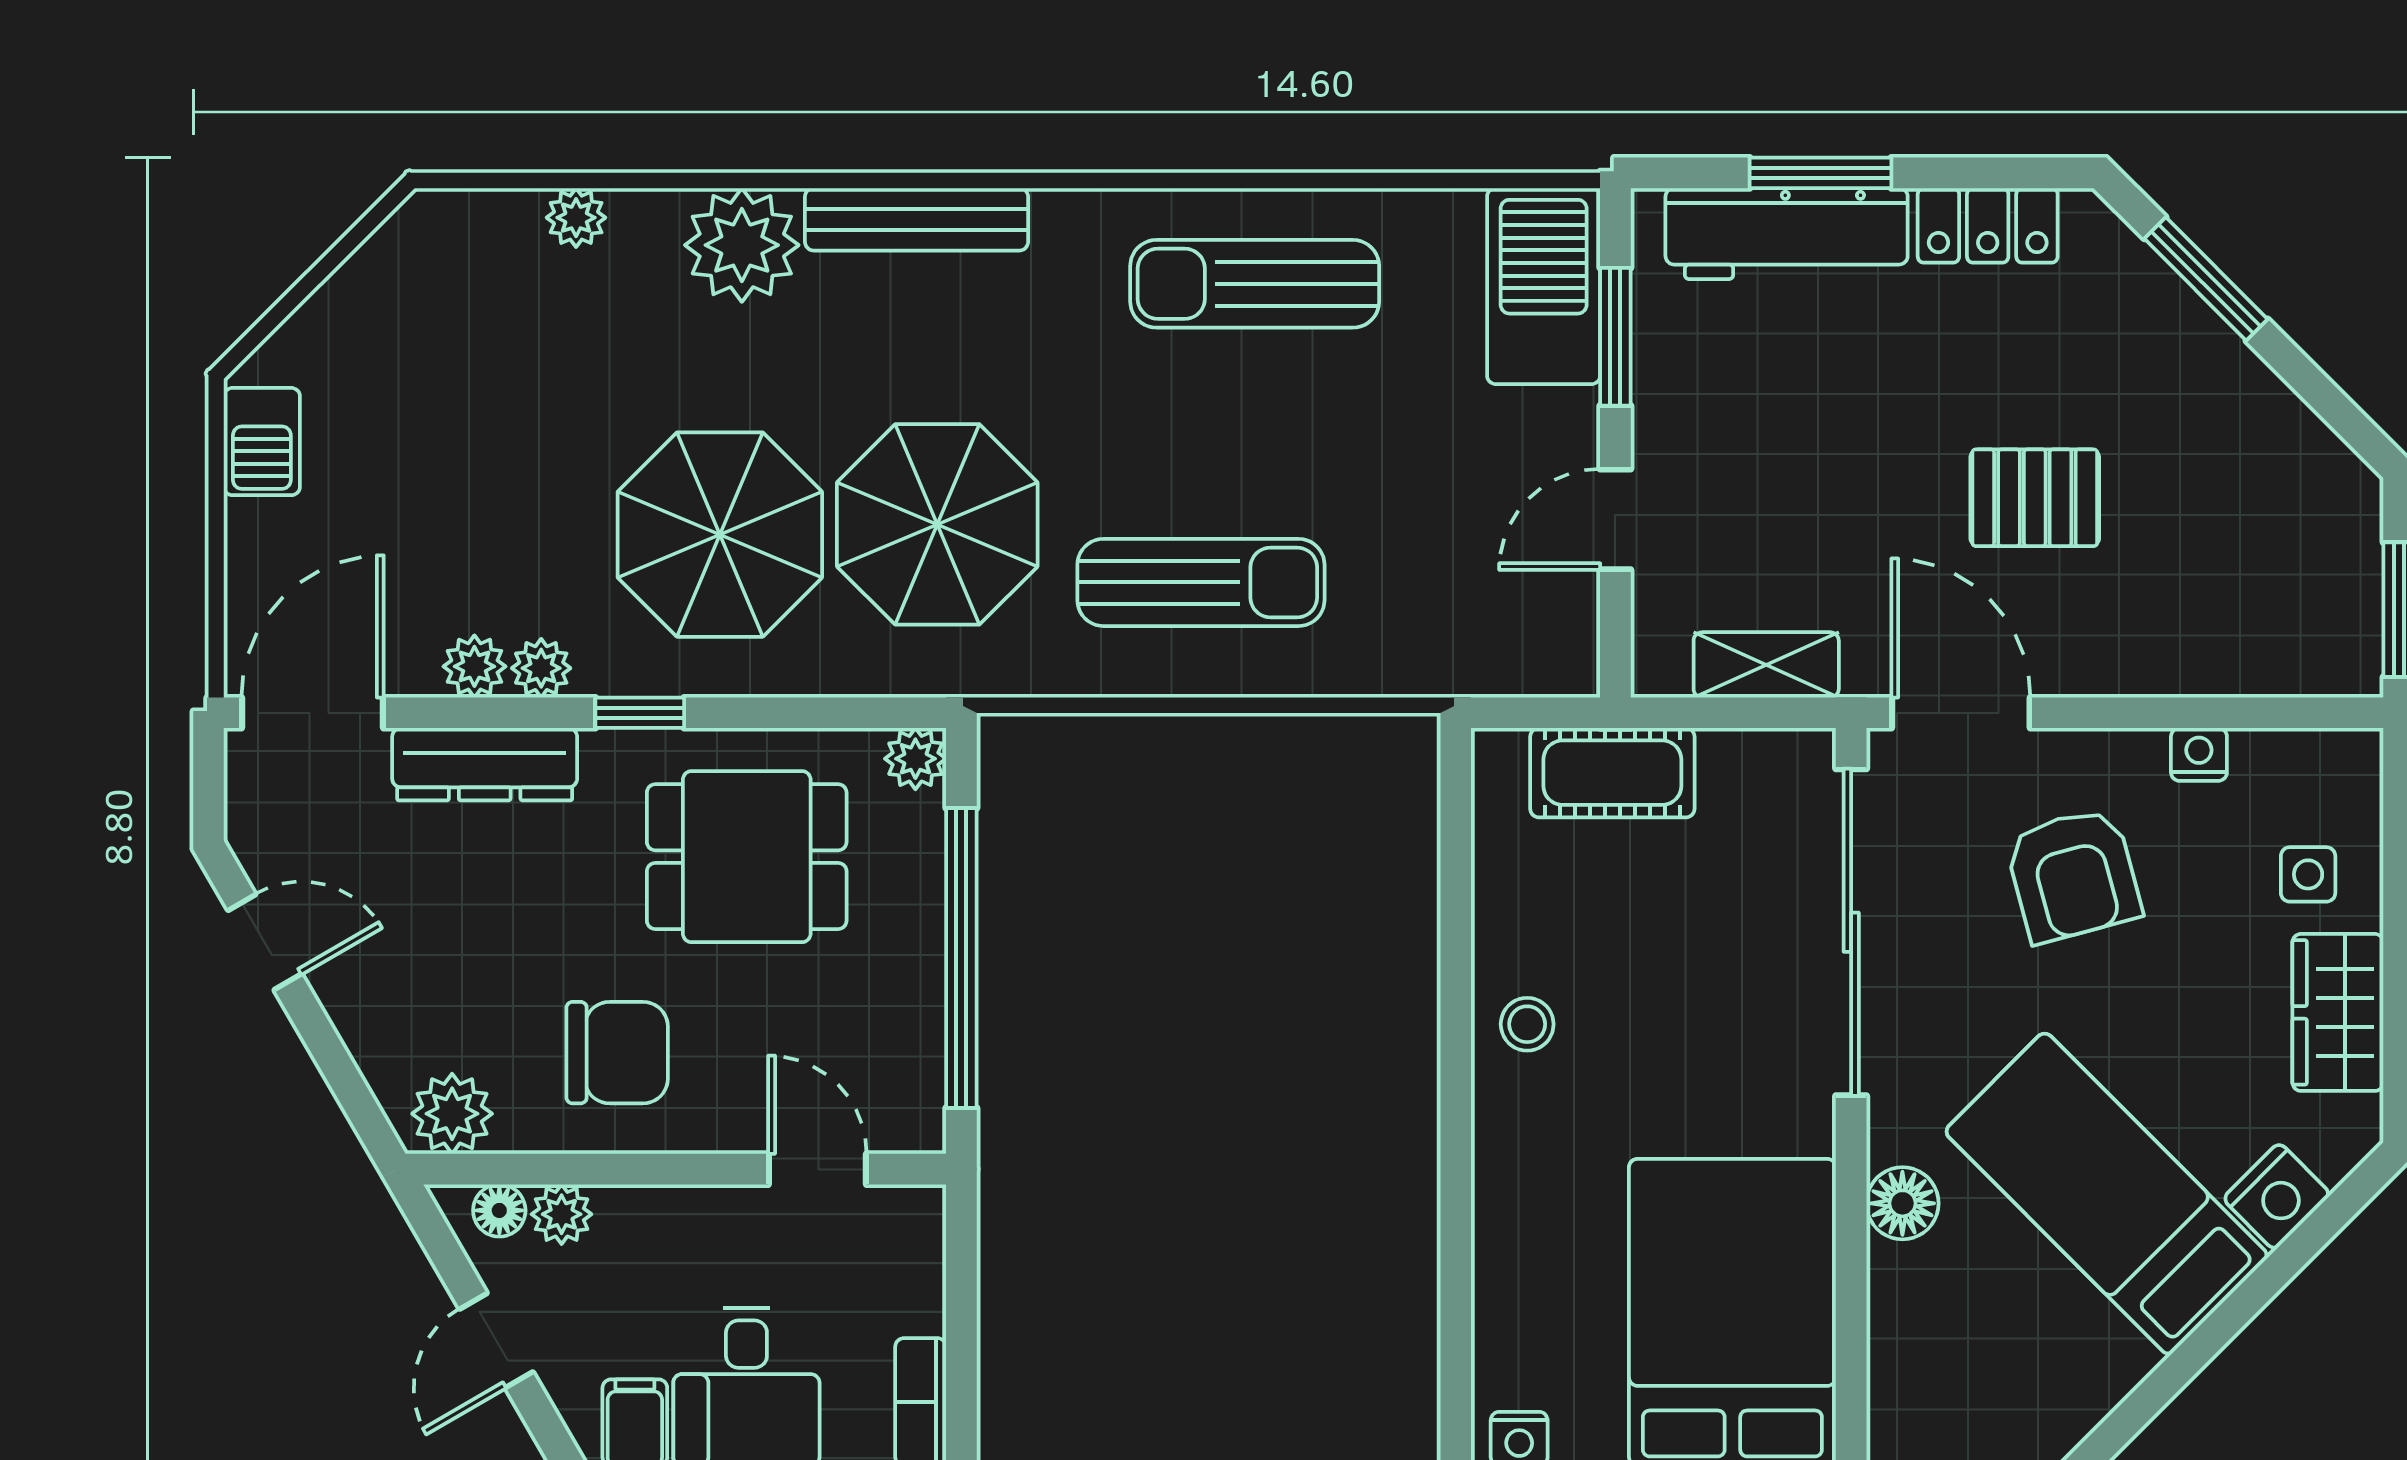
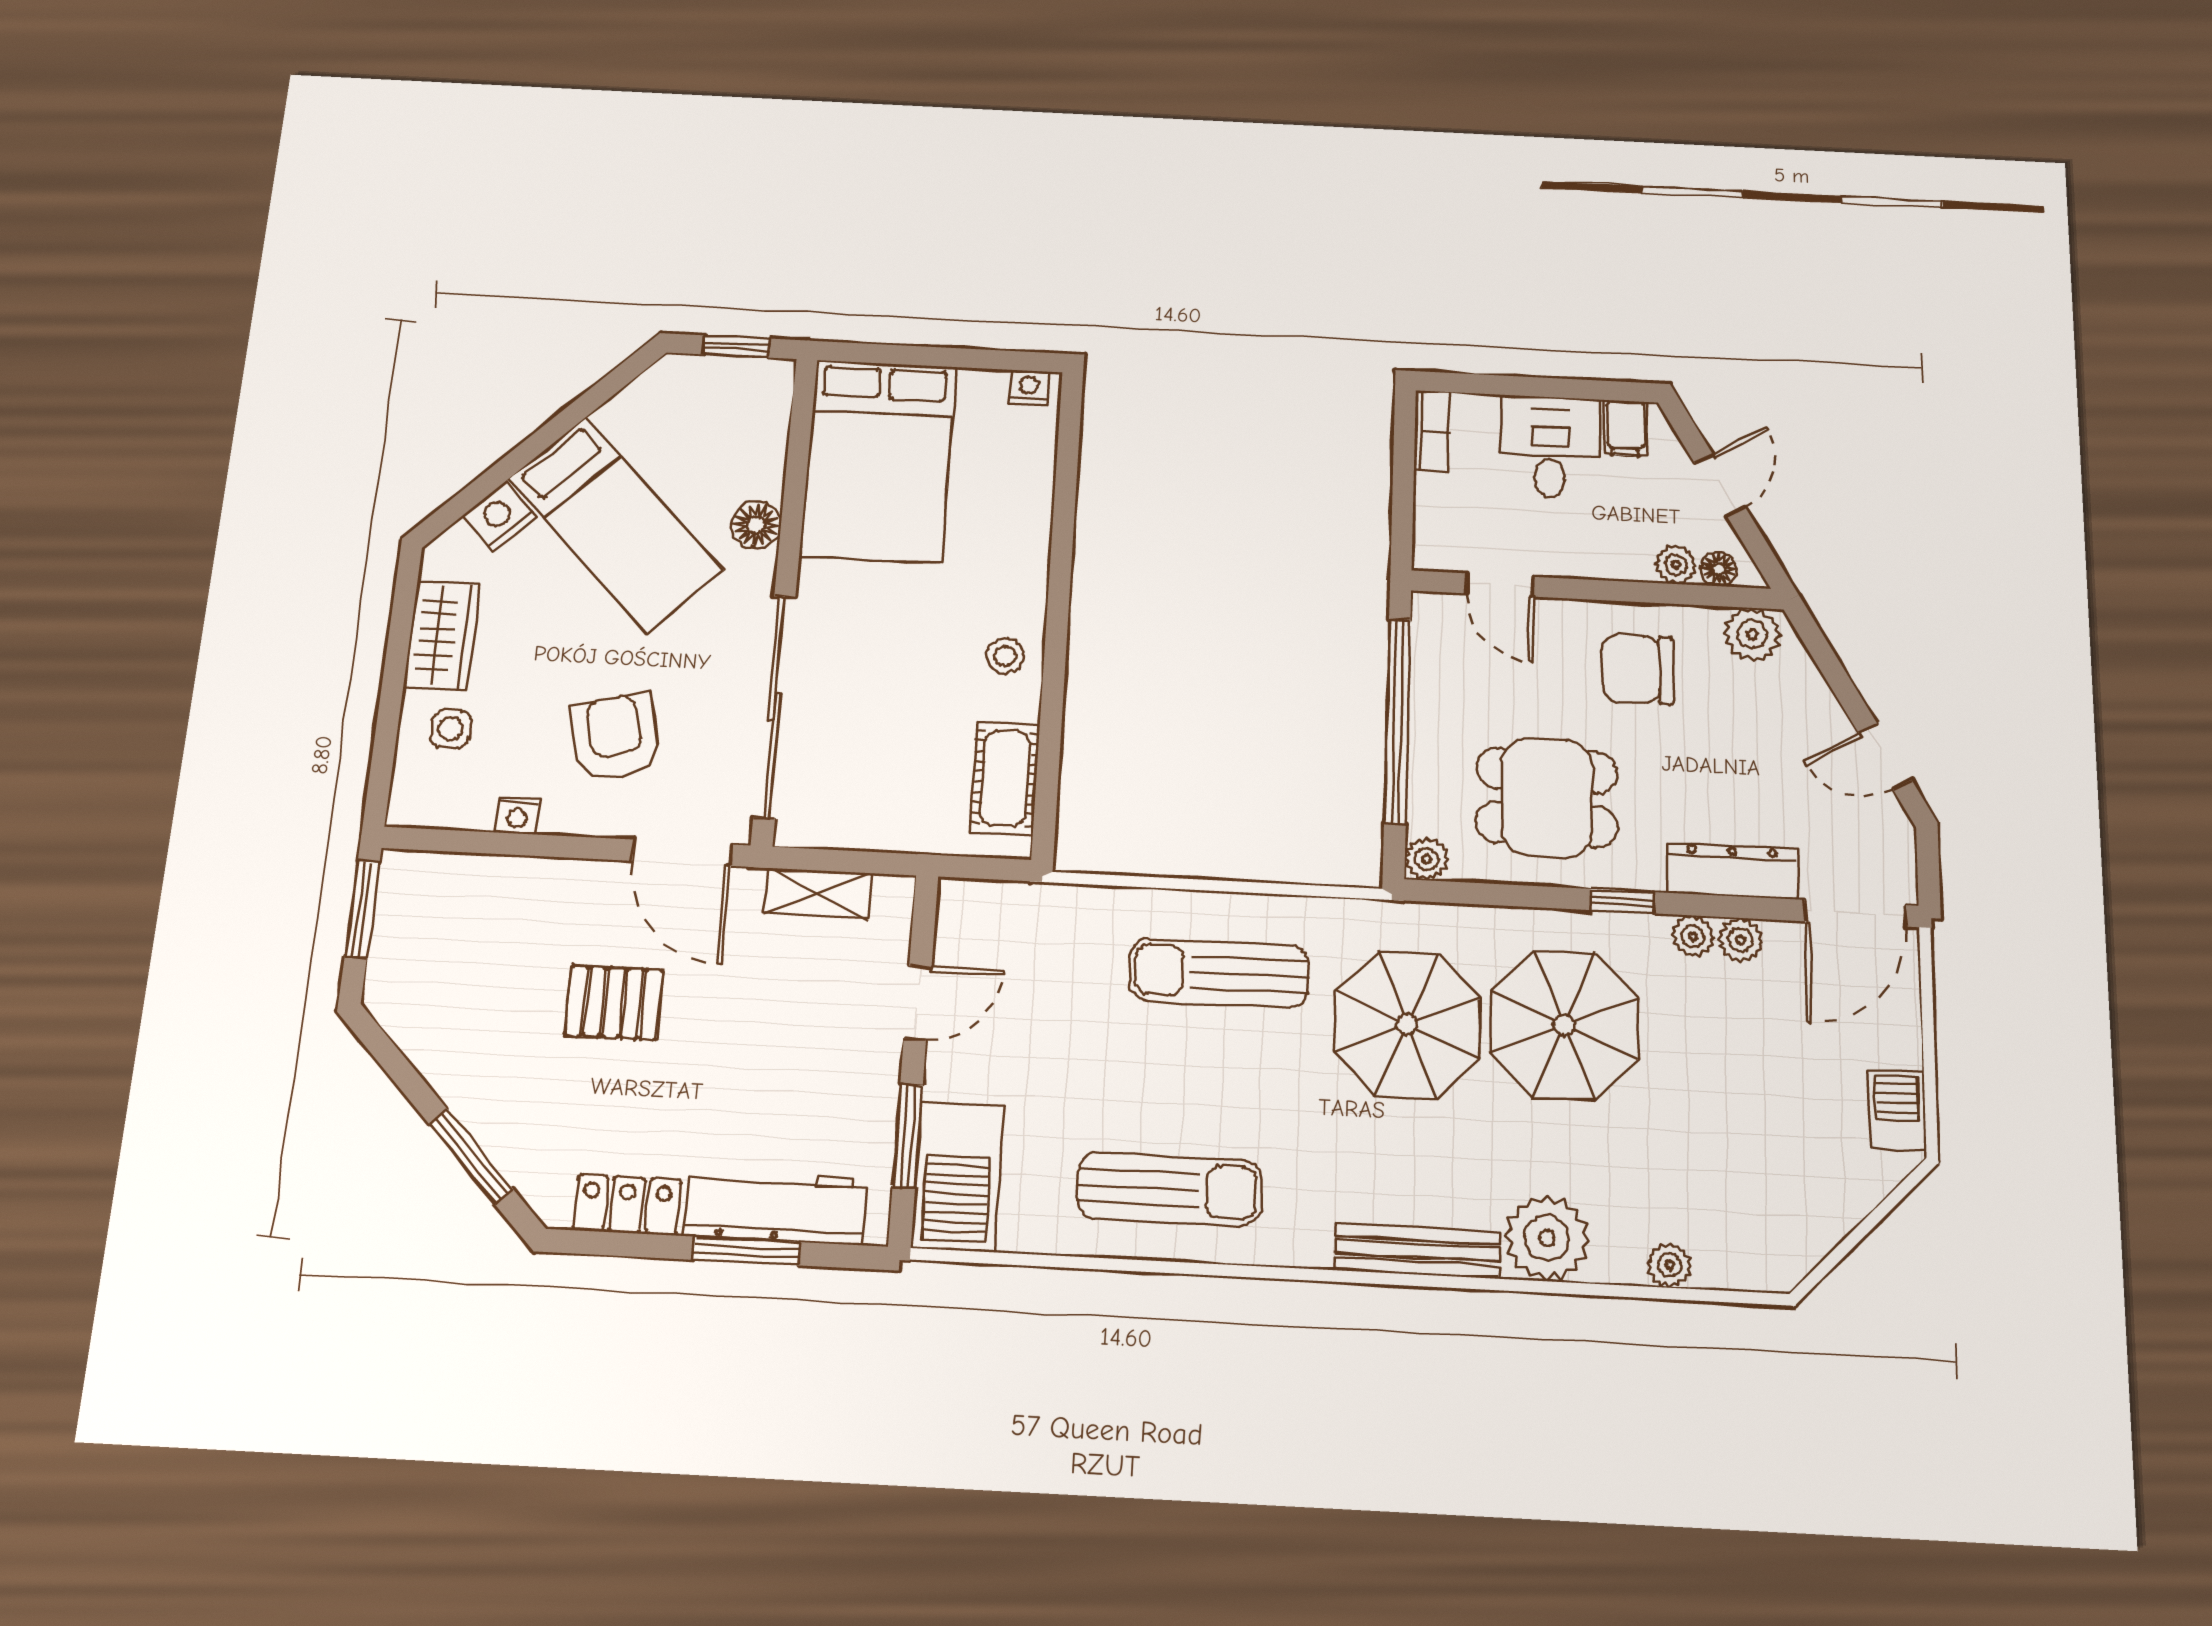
cot: (1612, 773) -> (1005, 778), moved, turned 90

